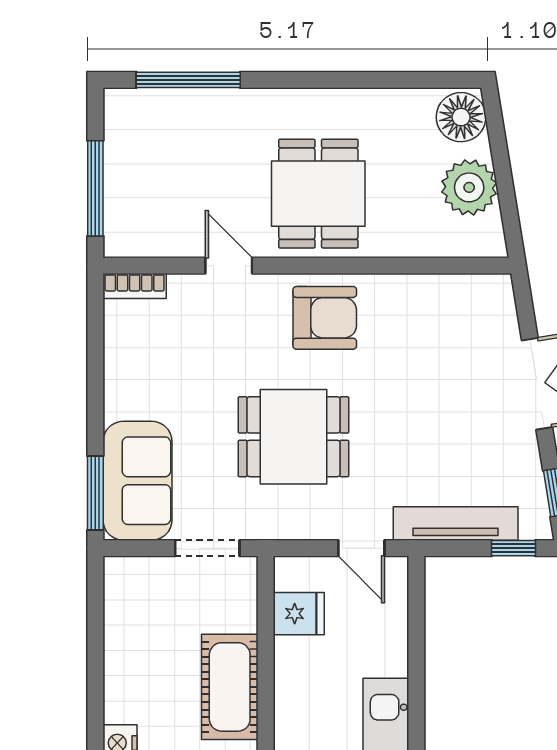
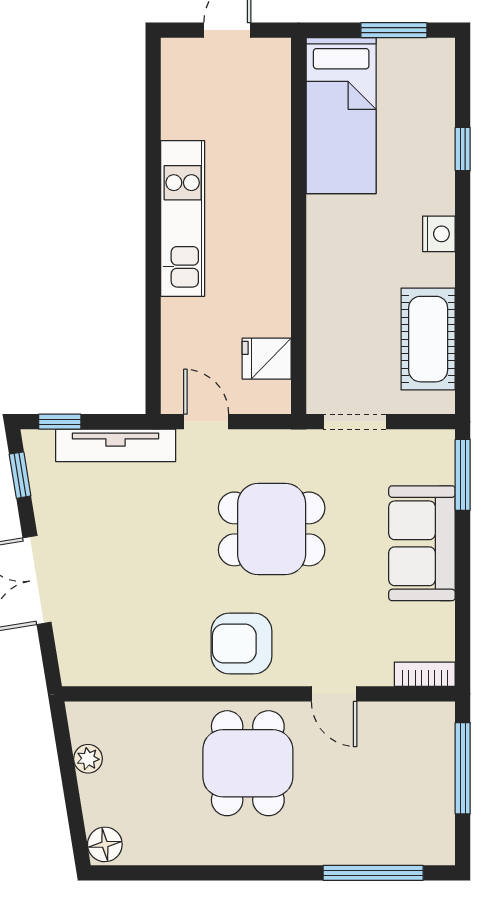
floor lamp: (461, 117) -> (105, 844), width x0.73, depth x0.73
plant: (469, 187) -> (88, 759), width x0.53, depth x0.53
sofa: (138, 481) -> (422, 543), moved
cot: (230, 687) -> (428, 339), moved

